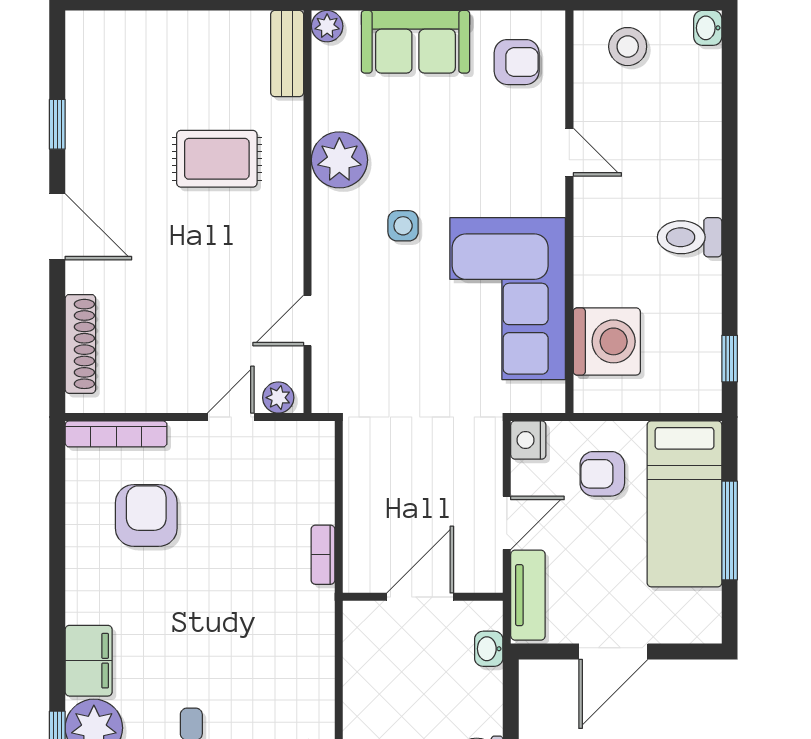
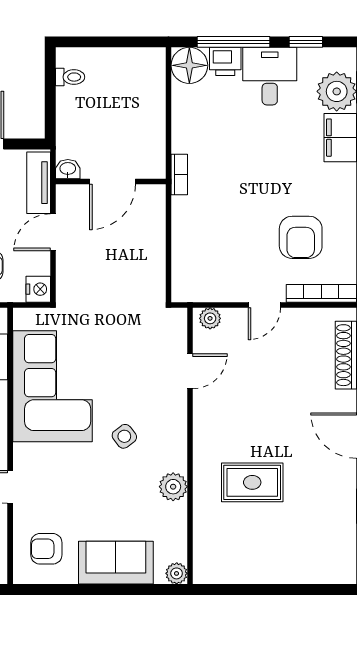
bench: (287, 54) -> (204, 555), removed
plant: (339, 160) -> (173, 487), width x0.73, depth x0.73
side table: (403, 226) -> (124, 436), turned -37
door: (231, 417) -> (264, 305), moved
bookcase: (323, 555) -> (179, 175), moved
washbasin: (489, 649) -> (68, 169), moved, turned -90

